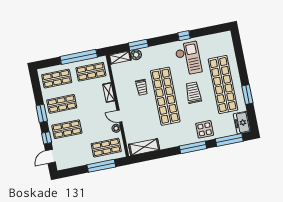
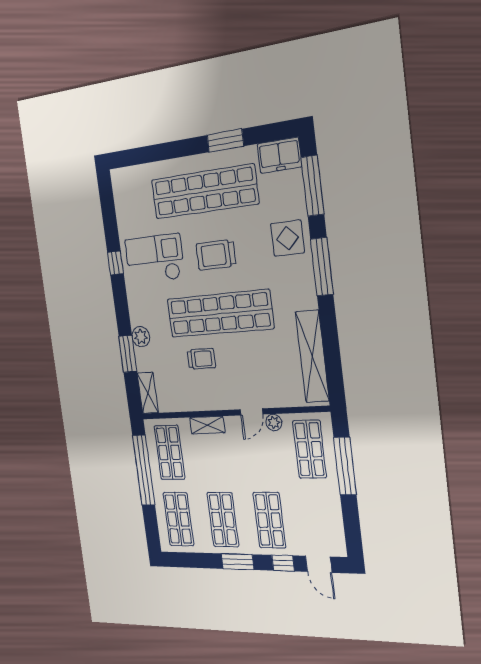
plant: (136, 55) -> (141, 337), moved
shelving: (144, 147) -> (312, 356), width x1.47

